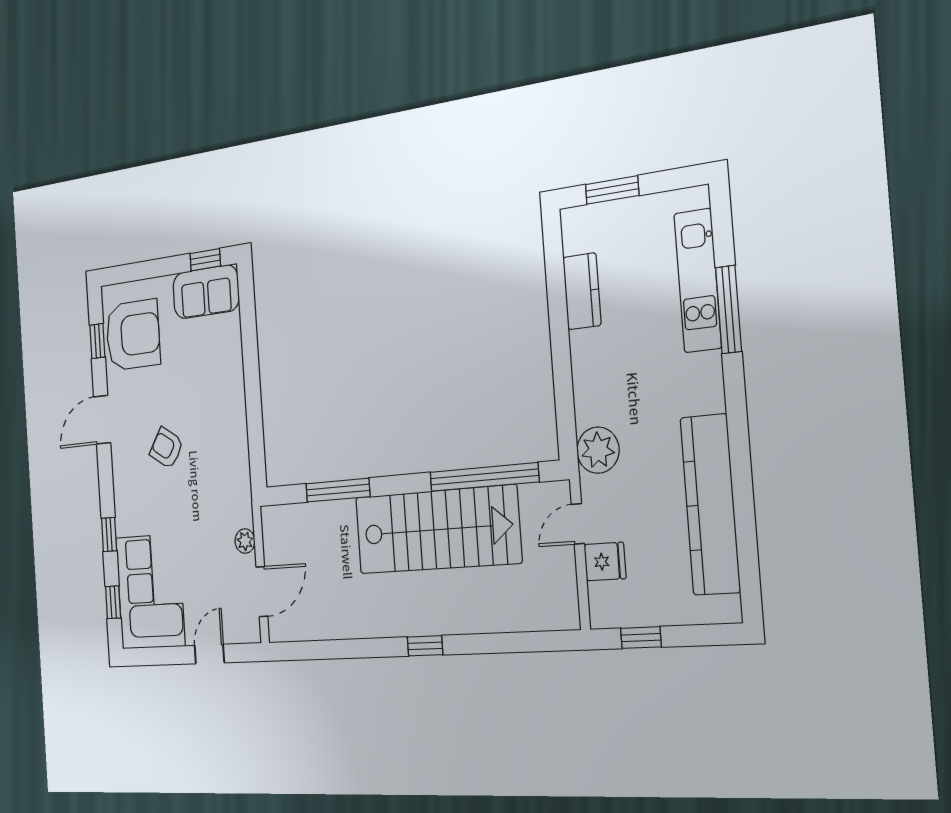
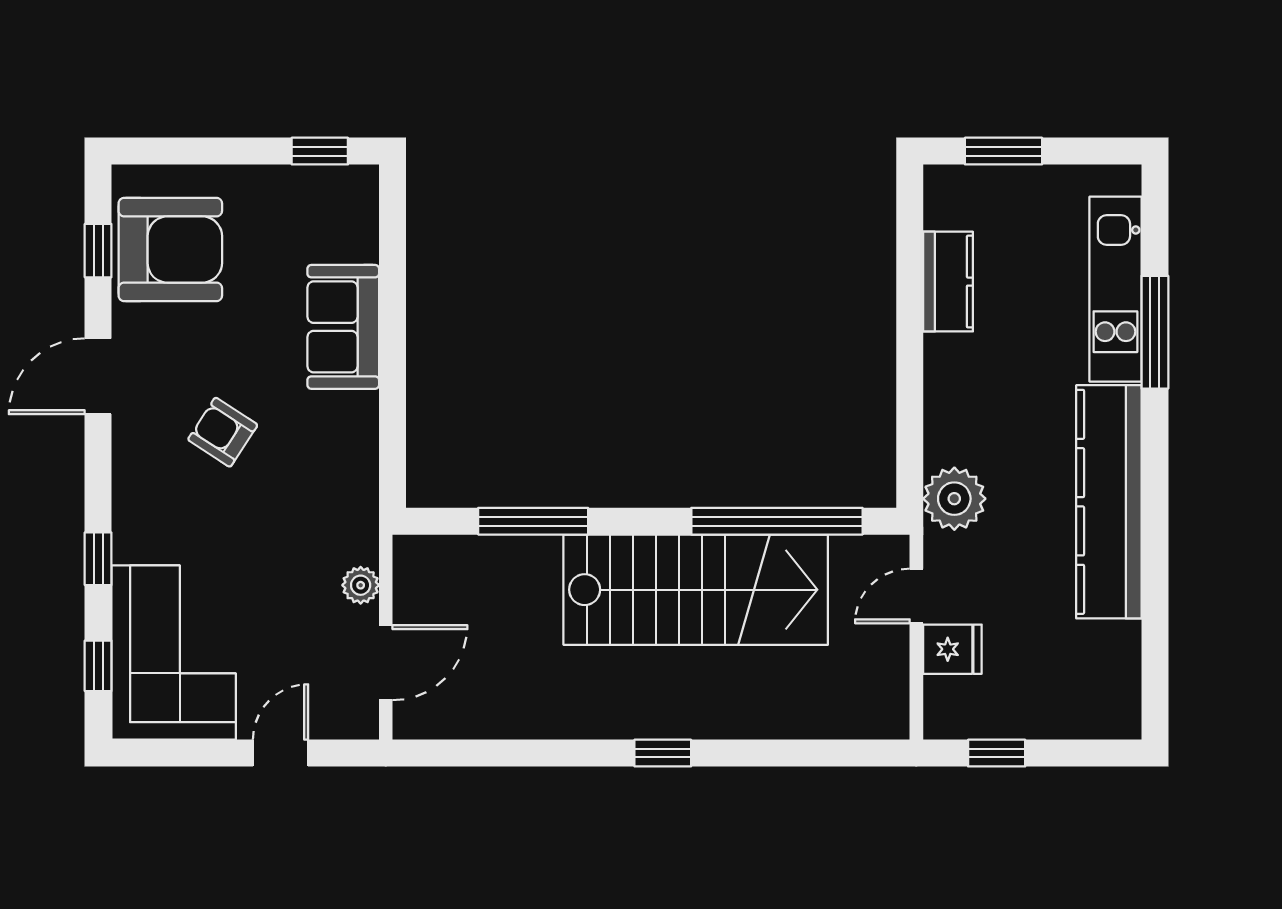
sofa: (206, 292) -> (343, 327), moved, turned 90
kitchen counter: (710, 505) -> (1109, 502), moved

